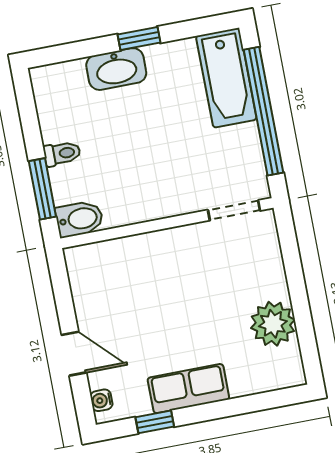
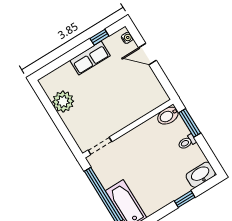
window: (139, 39) -> (185, 199), moved
washbasin: (116, 69) -> (201, 175), moved

